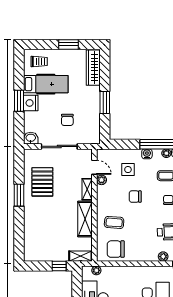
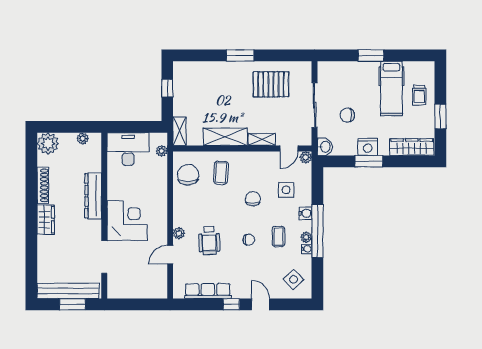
trolley: (39, 61) -> (419, 95), moved
nightstand: (31, 103) -> (368, 147), moved, turned 180
washbasin: (31, 138) -> (325, 147), moved
plant: (102, 180) -> (306, 157), moved
window: (19, 195) -> (240, 55), moved
window: (59, 266) -> (167, 88), moved

